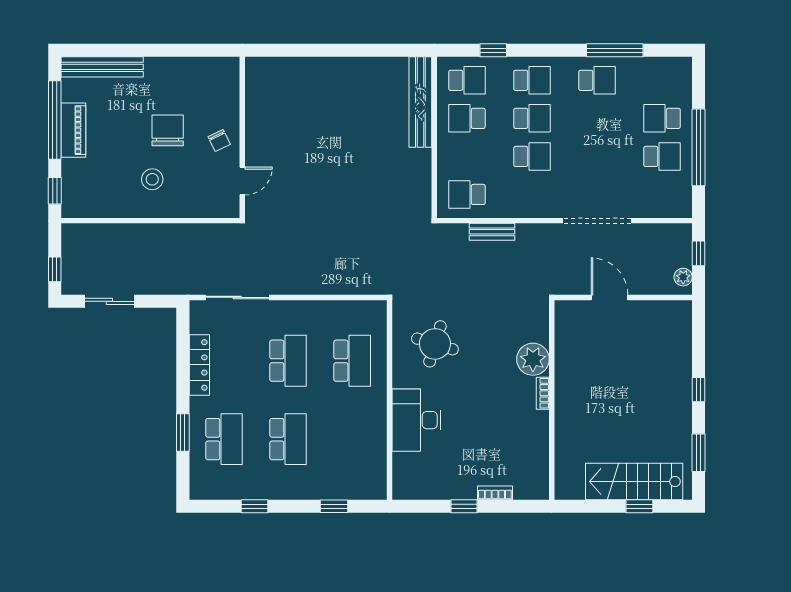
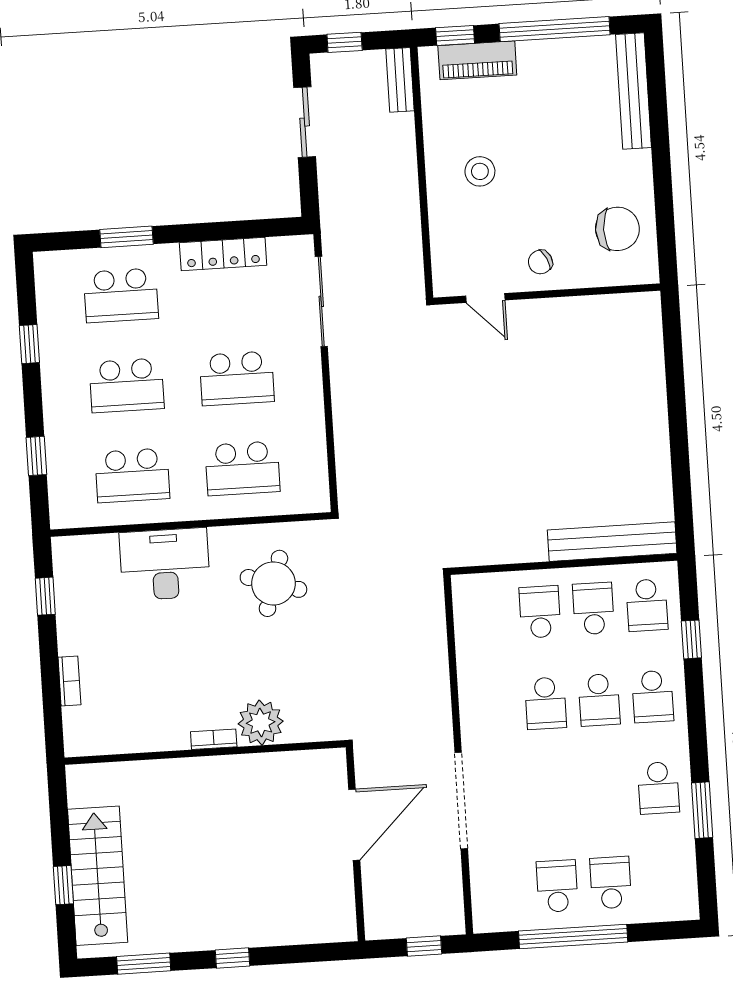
window: (615, 50) -> (702, 810), width x0.69
piano: (73, 130) -> (477, 60), moved
chair: (168, 130) -> (617, 229), moved
school desk: (662, 156) -> (557, 886), turned 180
school desk: (467, 194) -> (540, 612), moved
bench: (492, 232) -> (400, 80), moved
plant: (683, 277) -> (389, 926), removed
door: (610, 297) -> (354, 825), width x1.36
school desk: (352, 439) -> (132, 475), added
window: (464, 506) -> (45, 596), moved

